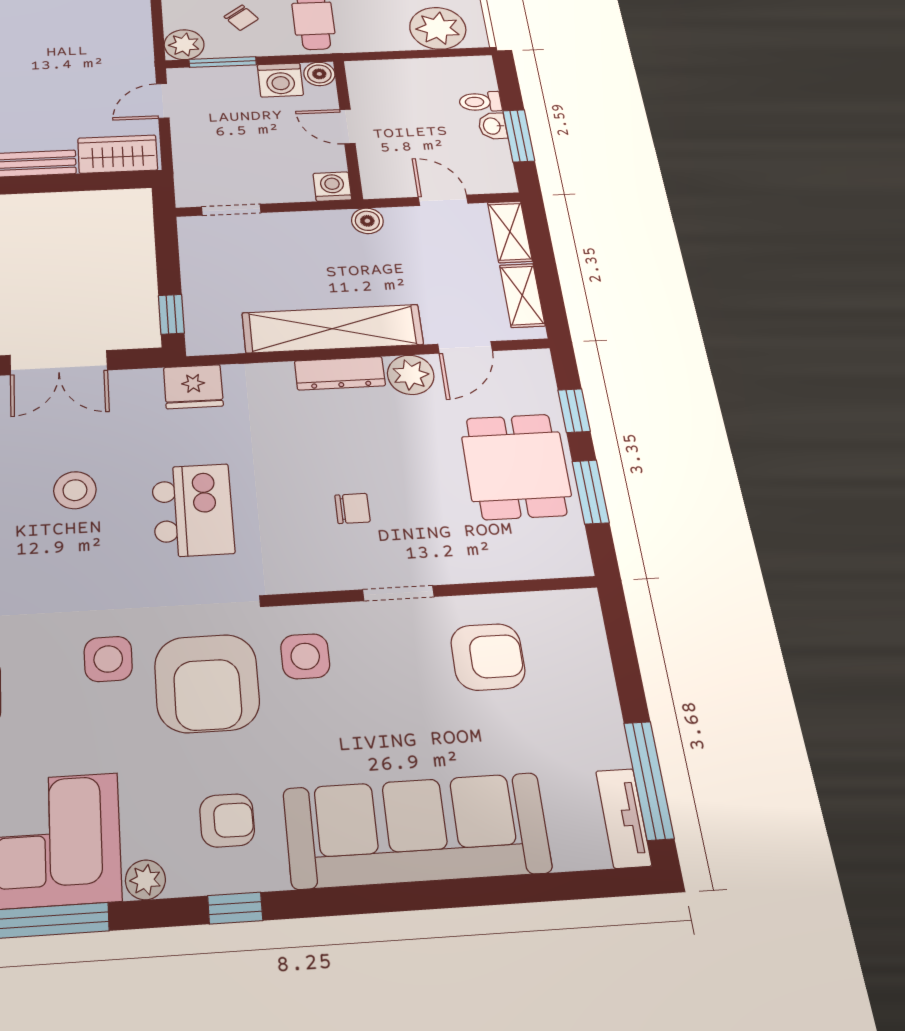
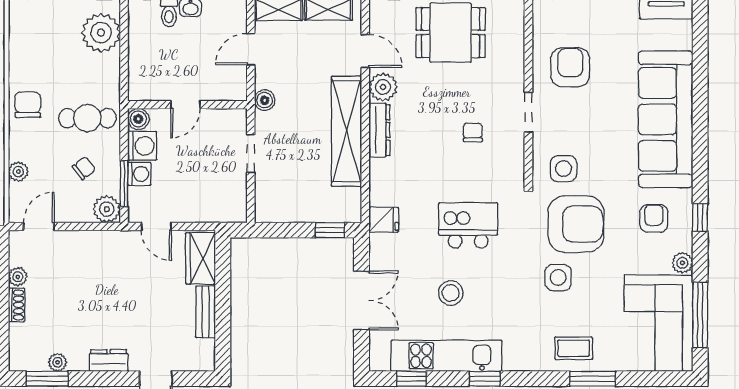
washing machine: (332, 187) -> (139, 174), moved, turned 180
doorway: (231, 210) -> (251, 154), moved
fridge: (193, 387) -> (384, 220), width x0.72

